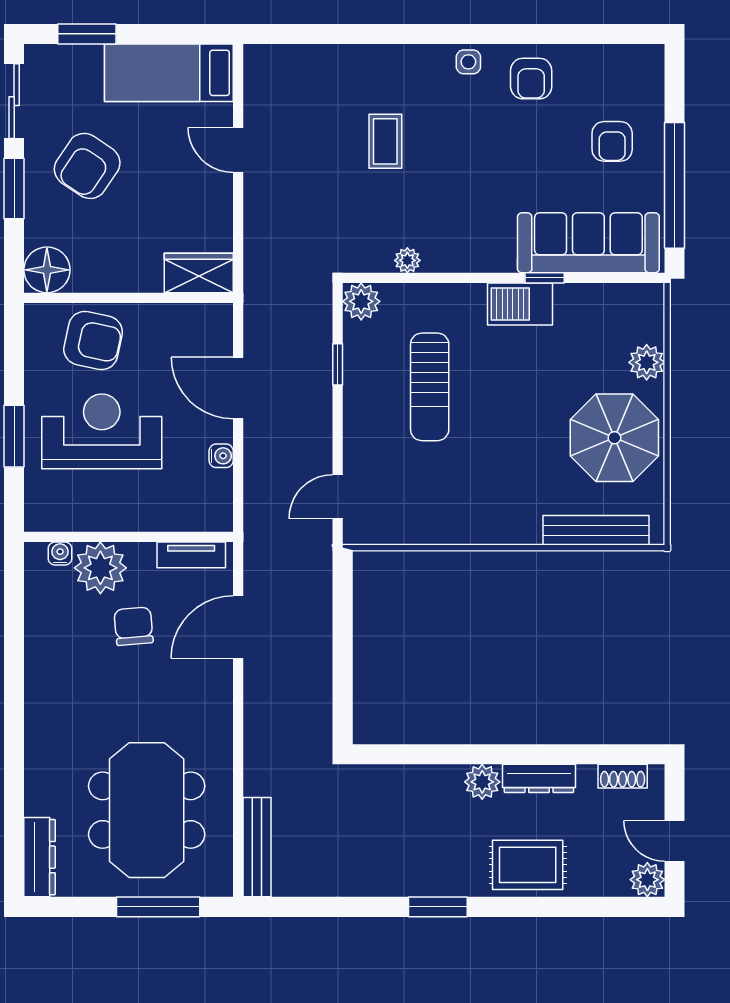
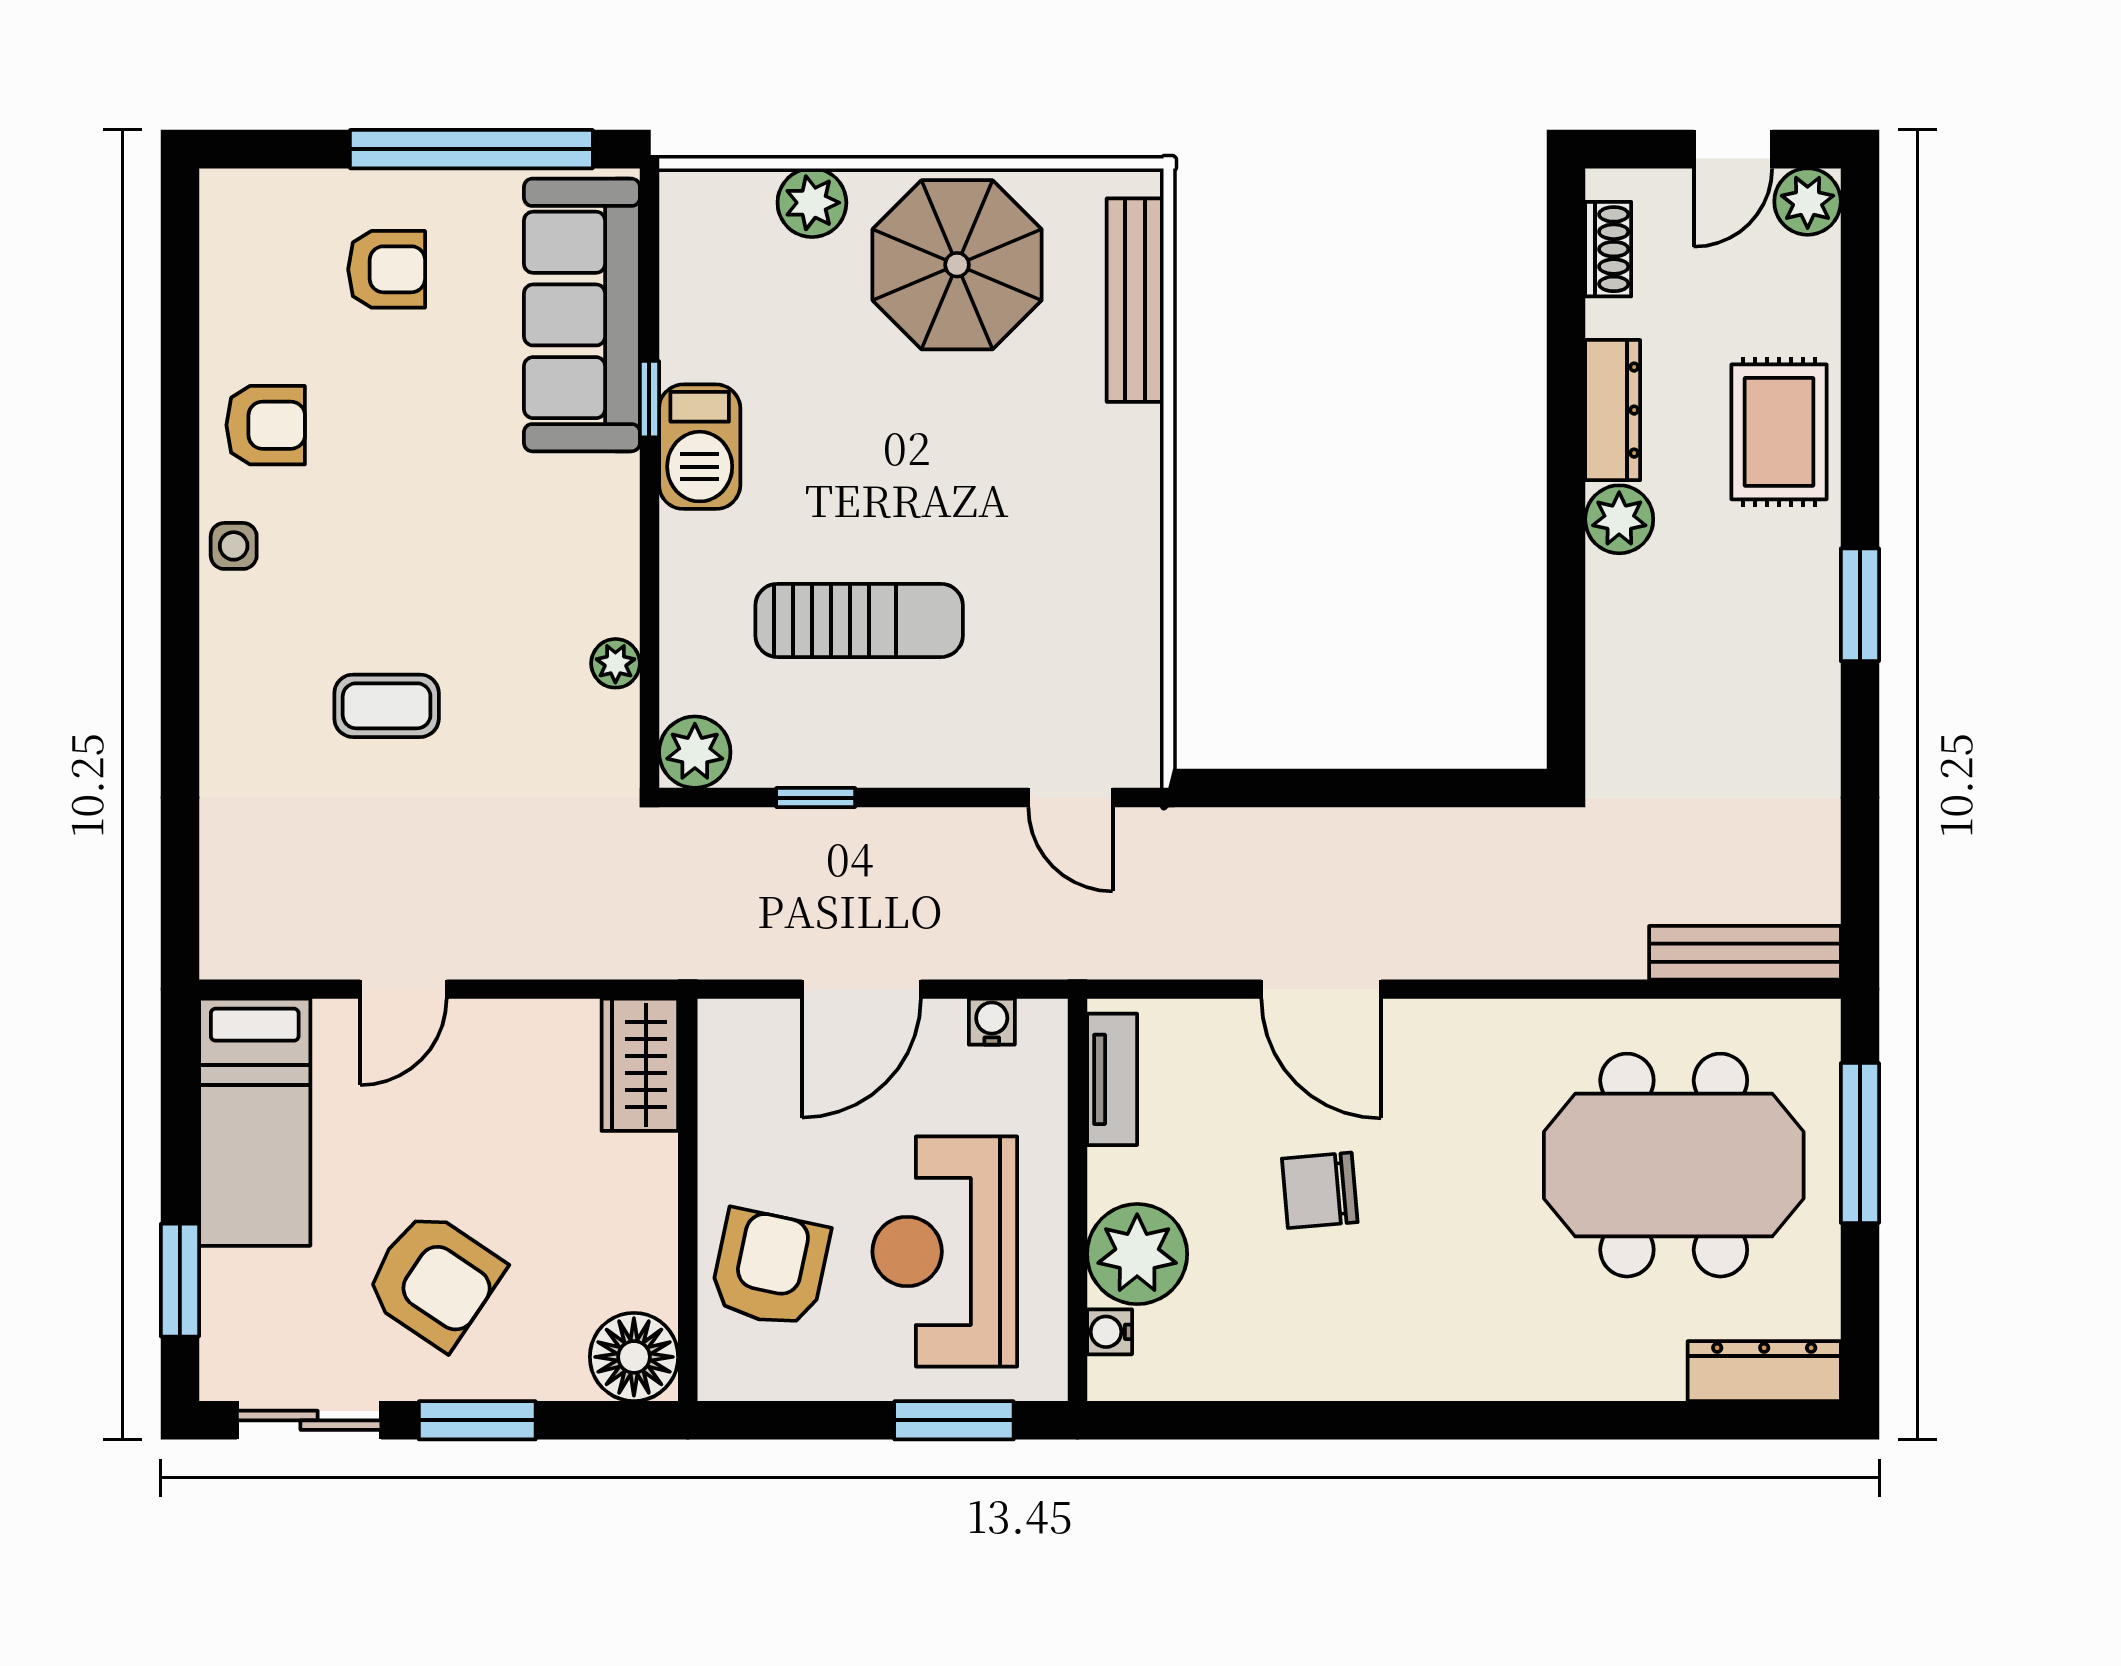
wall: (129, 537) -> (1077, 1200), moved
water cooler: (60, 554) -> (1110, 1332), moved
tv unit: (191, 555) -> (1112, 1079), moved
plant: (100, 568) -> (1137, 1254), moved

